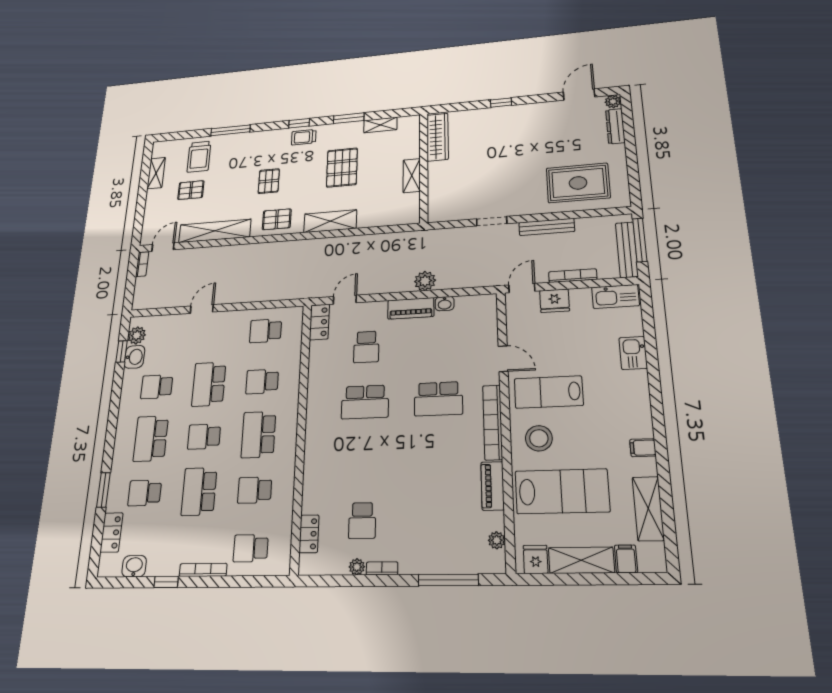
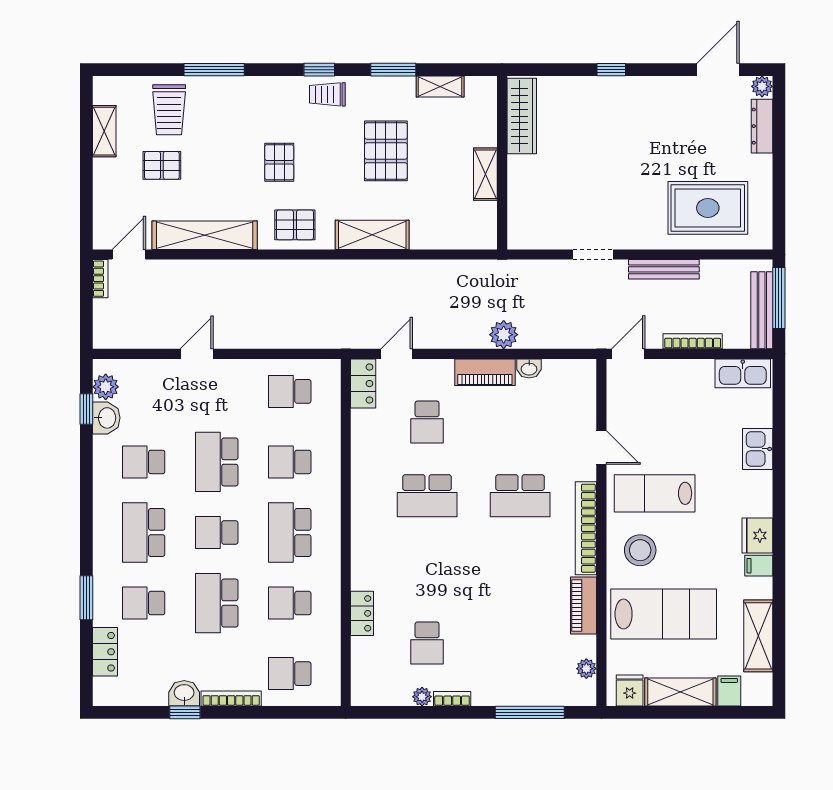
fridge: (555, 301) -> (757, 536), moved, turned 90
locker: (309, 534) -> (362, 613), moved
washbasin: (134, 566) -> (184, 693), moved

